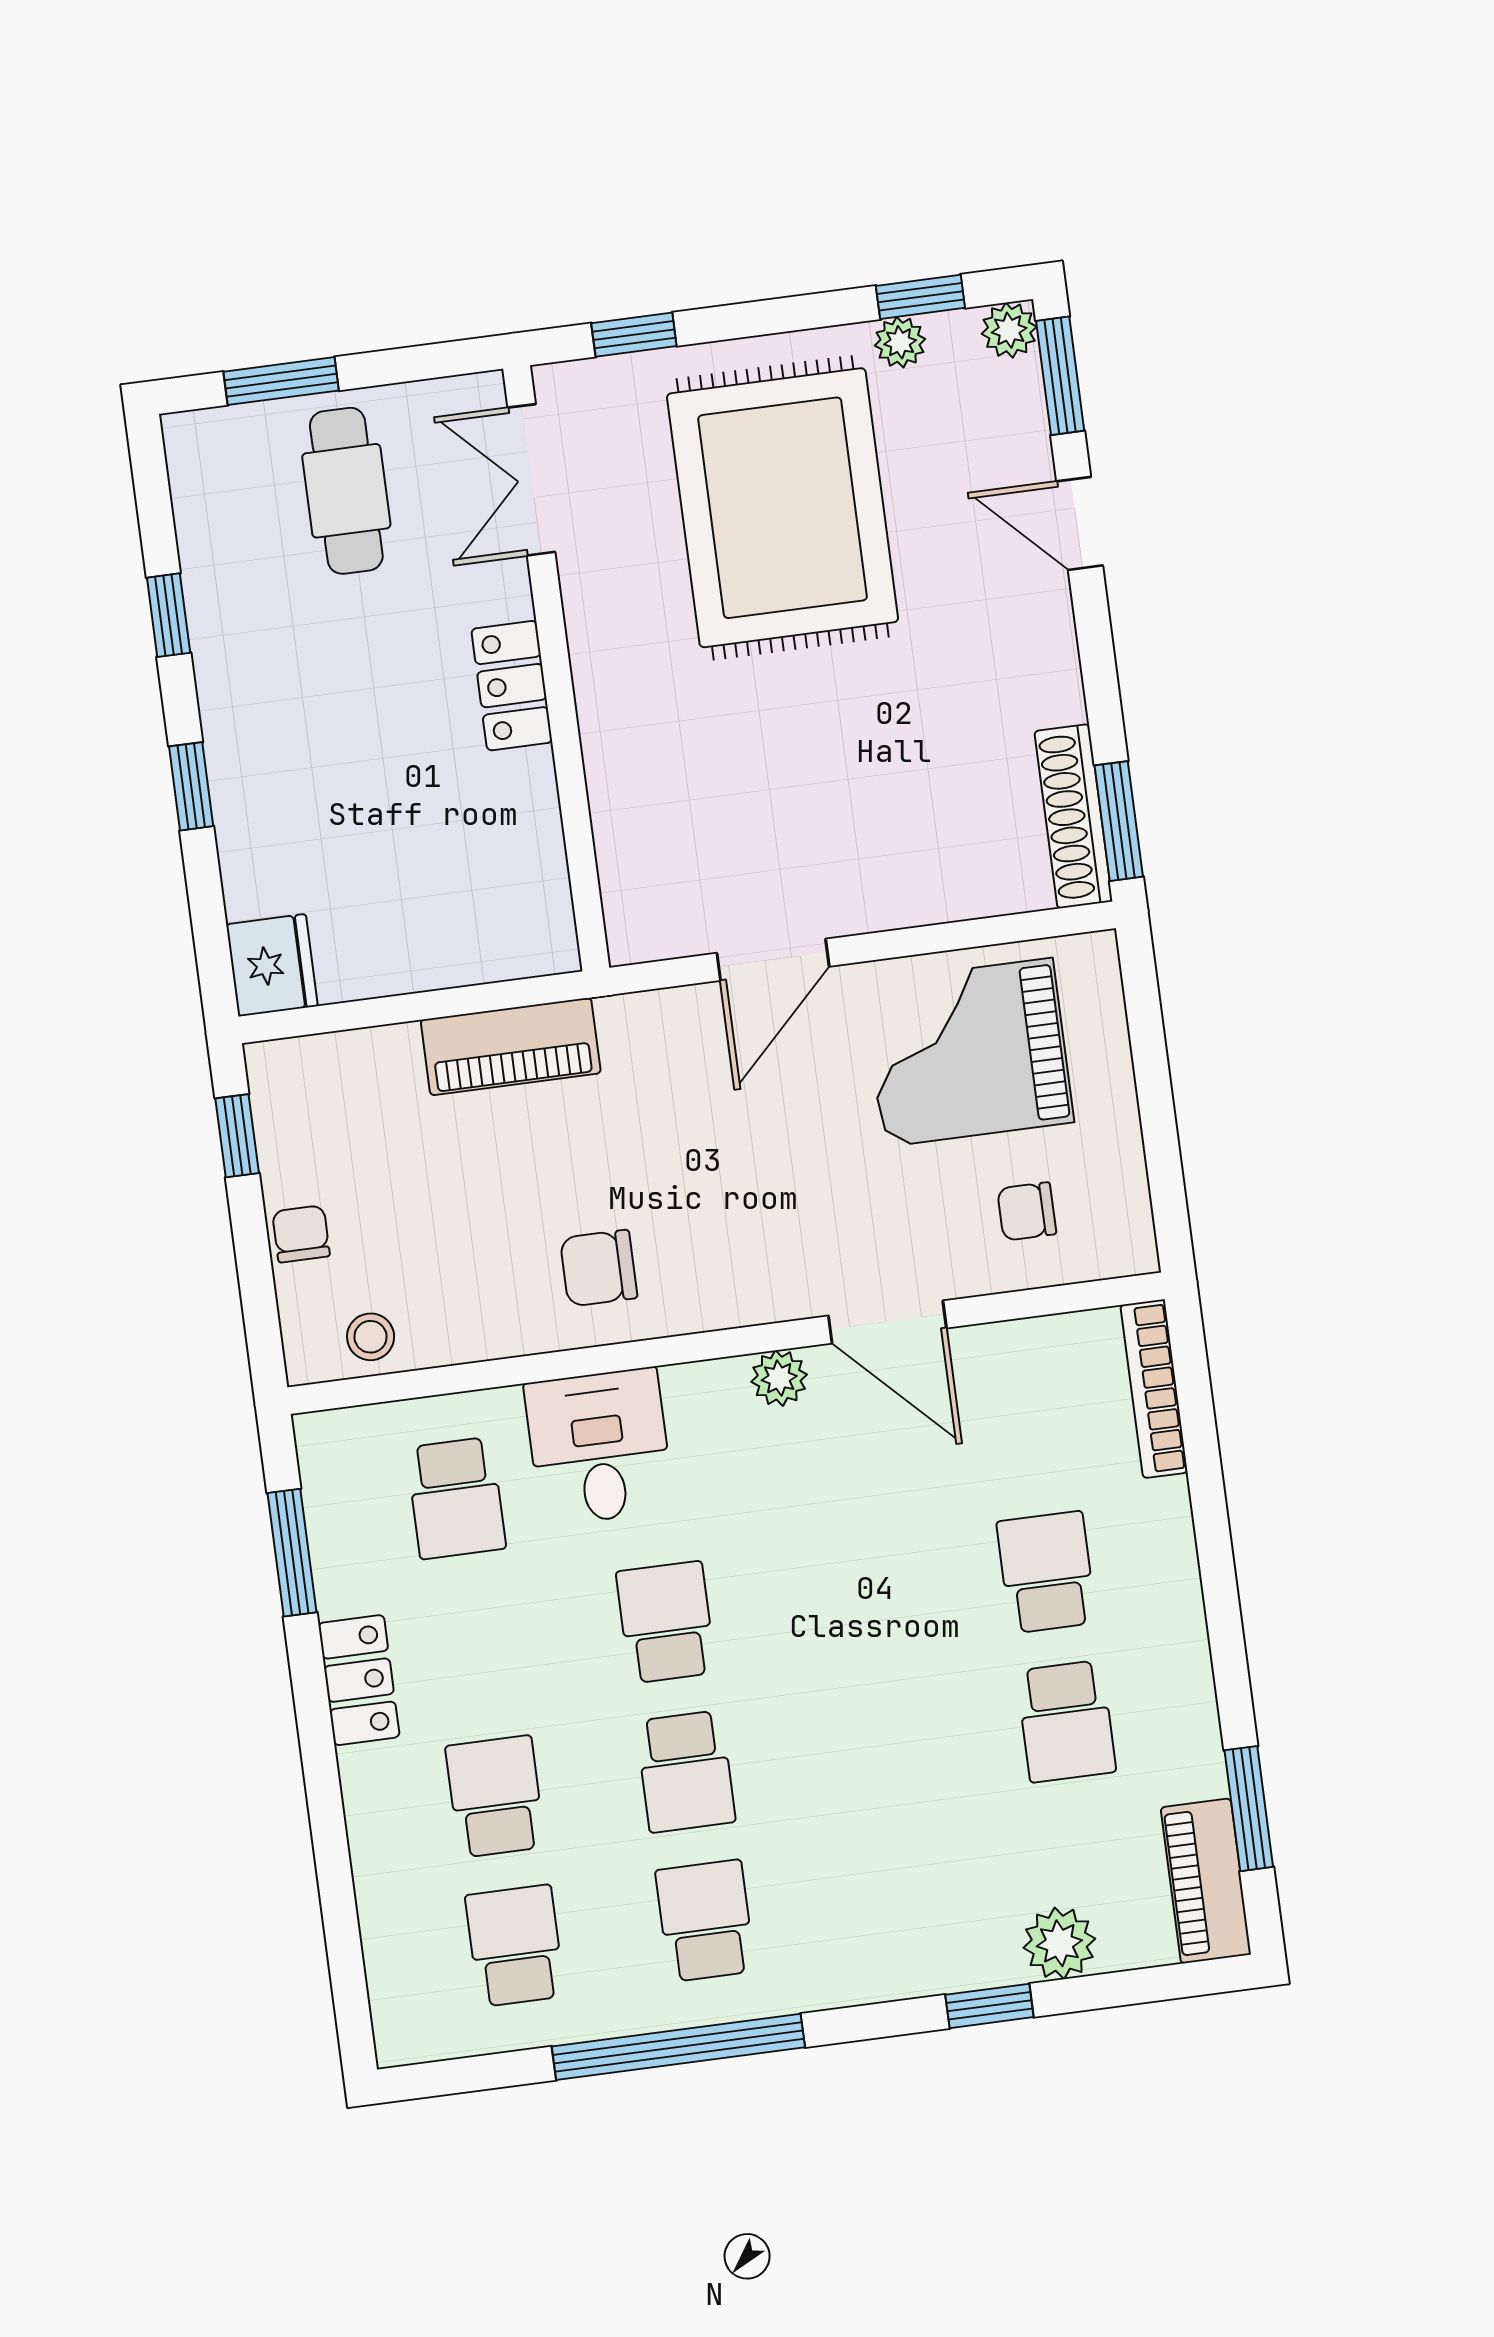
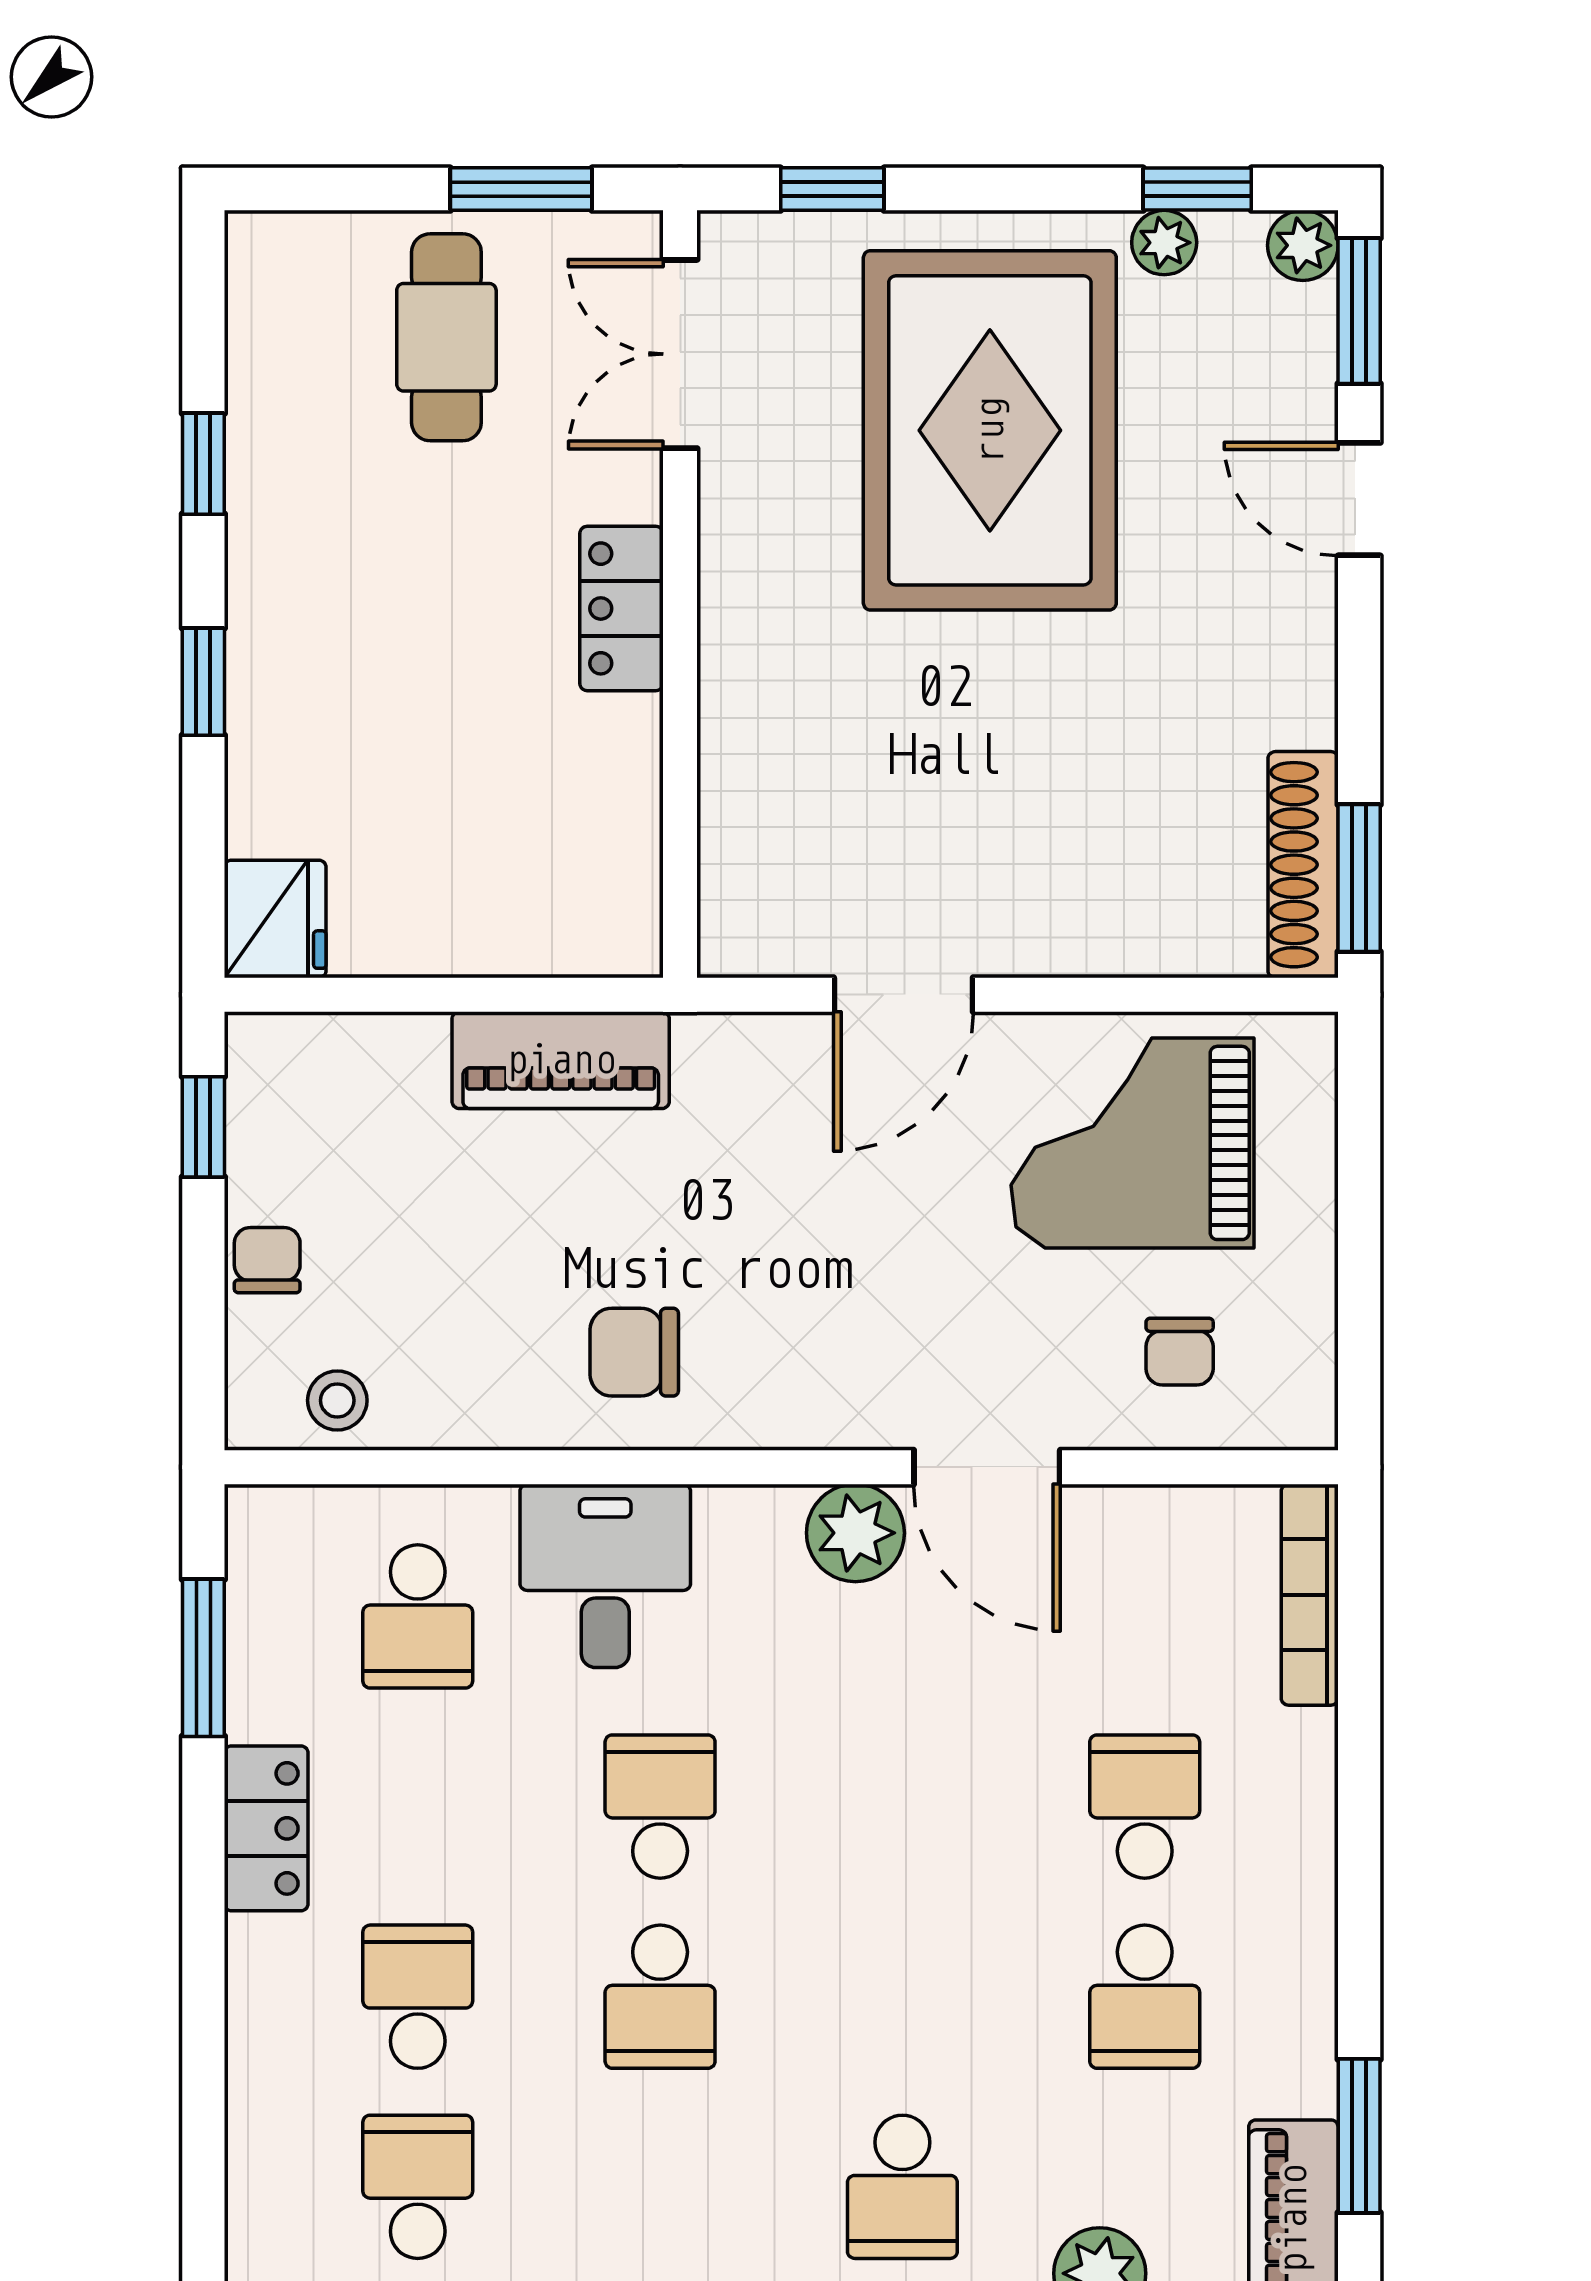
window: (281, 381) -> (521, 189), moved
chair: (1027, 1211) -> (1180, 1352), turned -90
plant: (779, 1378) -> (855, 1533), width x1.38, depth x1.38
school desk: (705, 1921) -> (902, 2187), moved, turned 180

